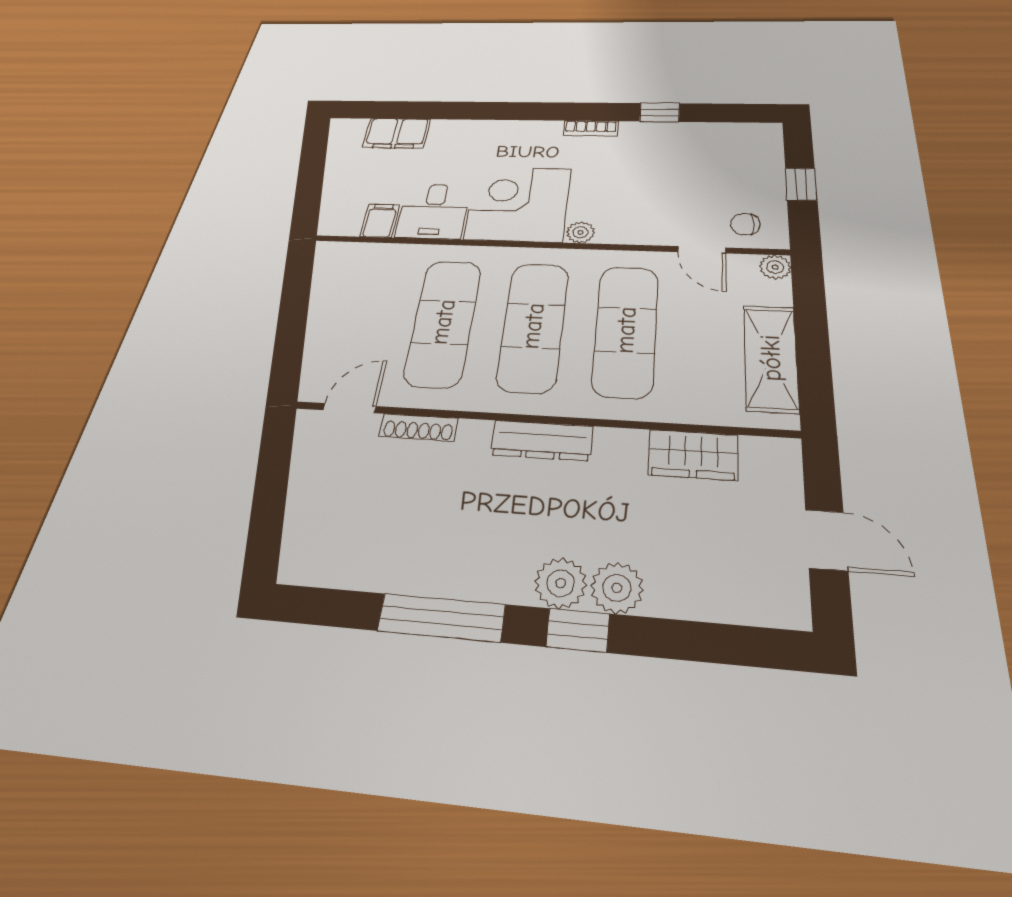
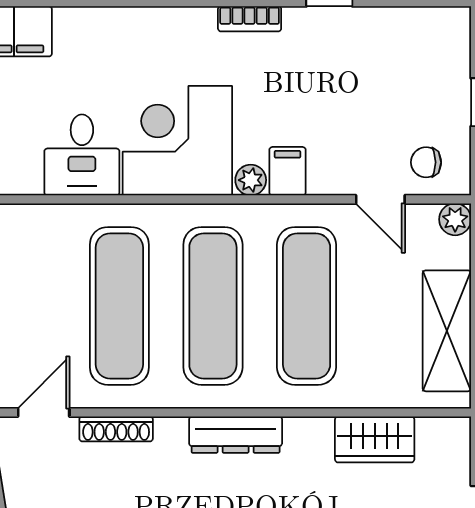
filing cabinet: (380, 221) -> (288, 171), moved

